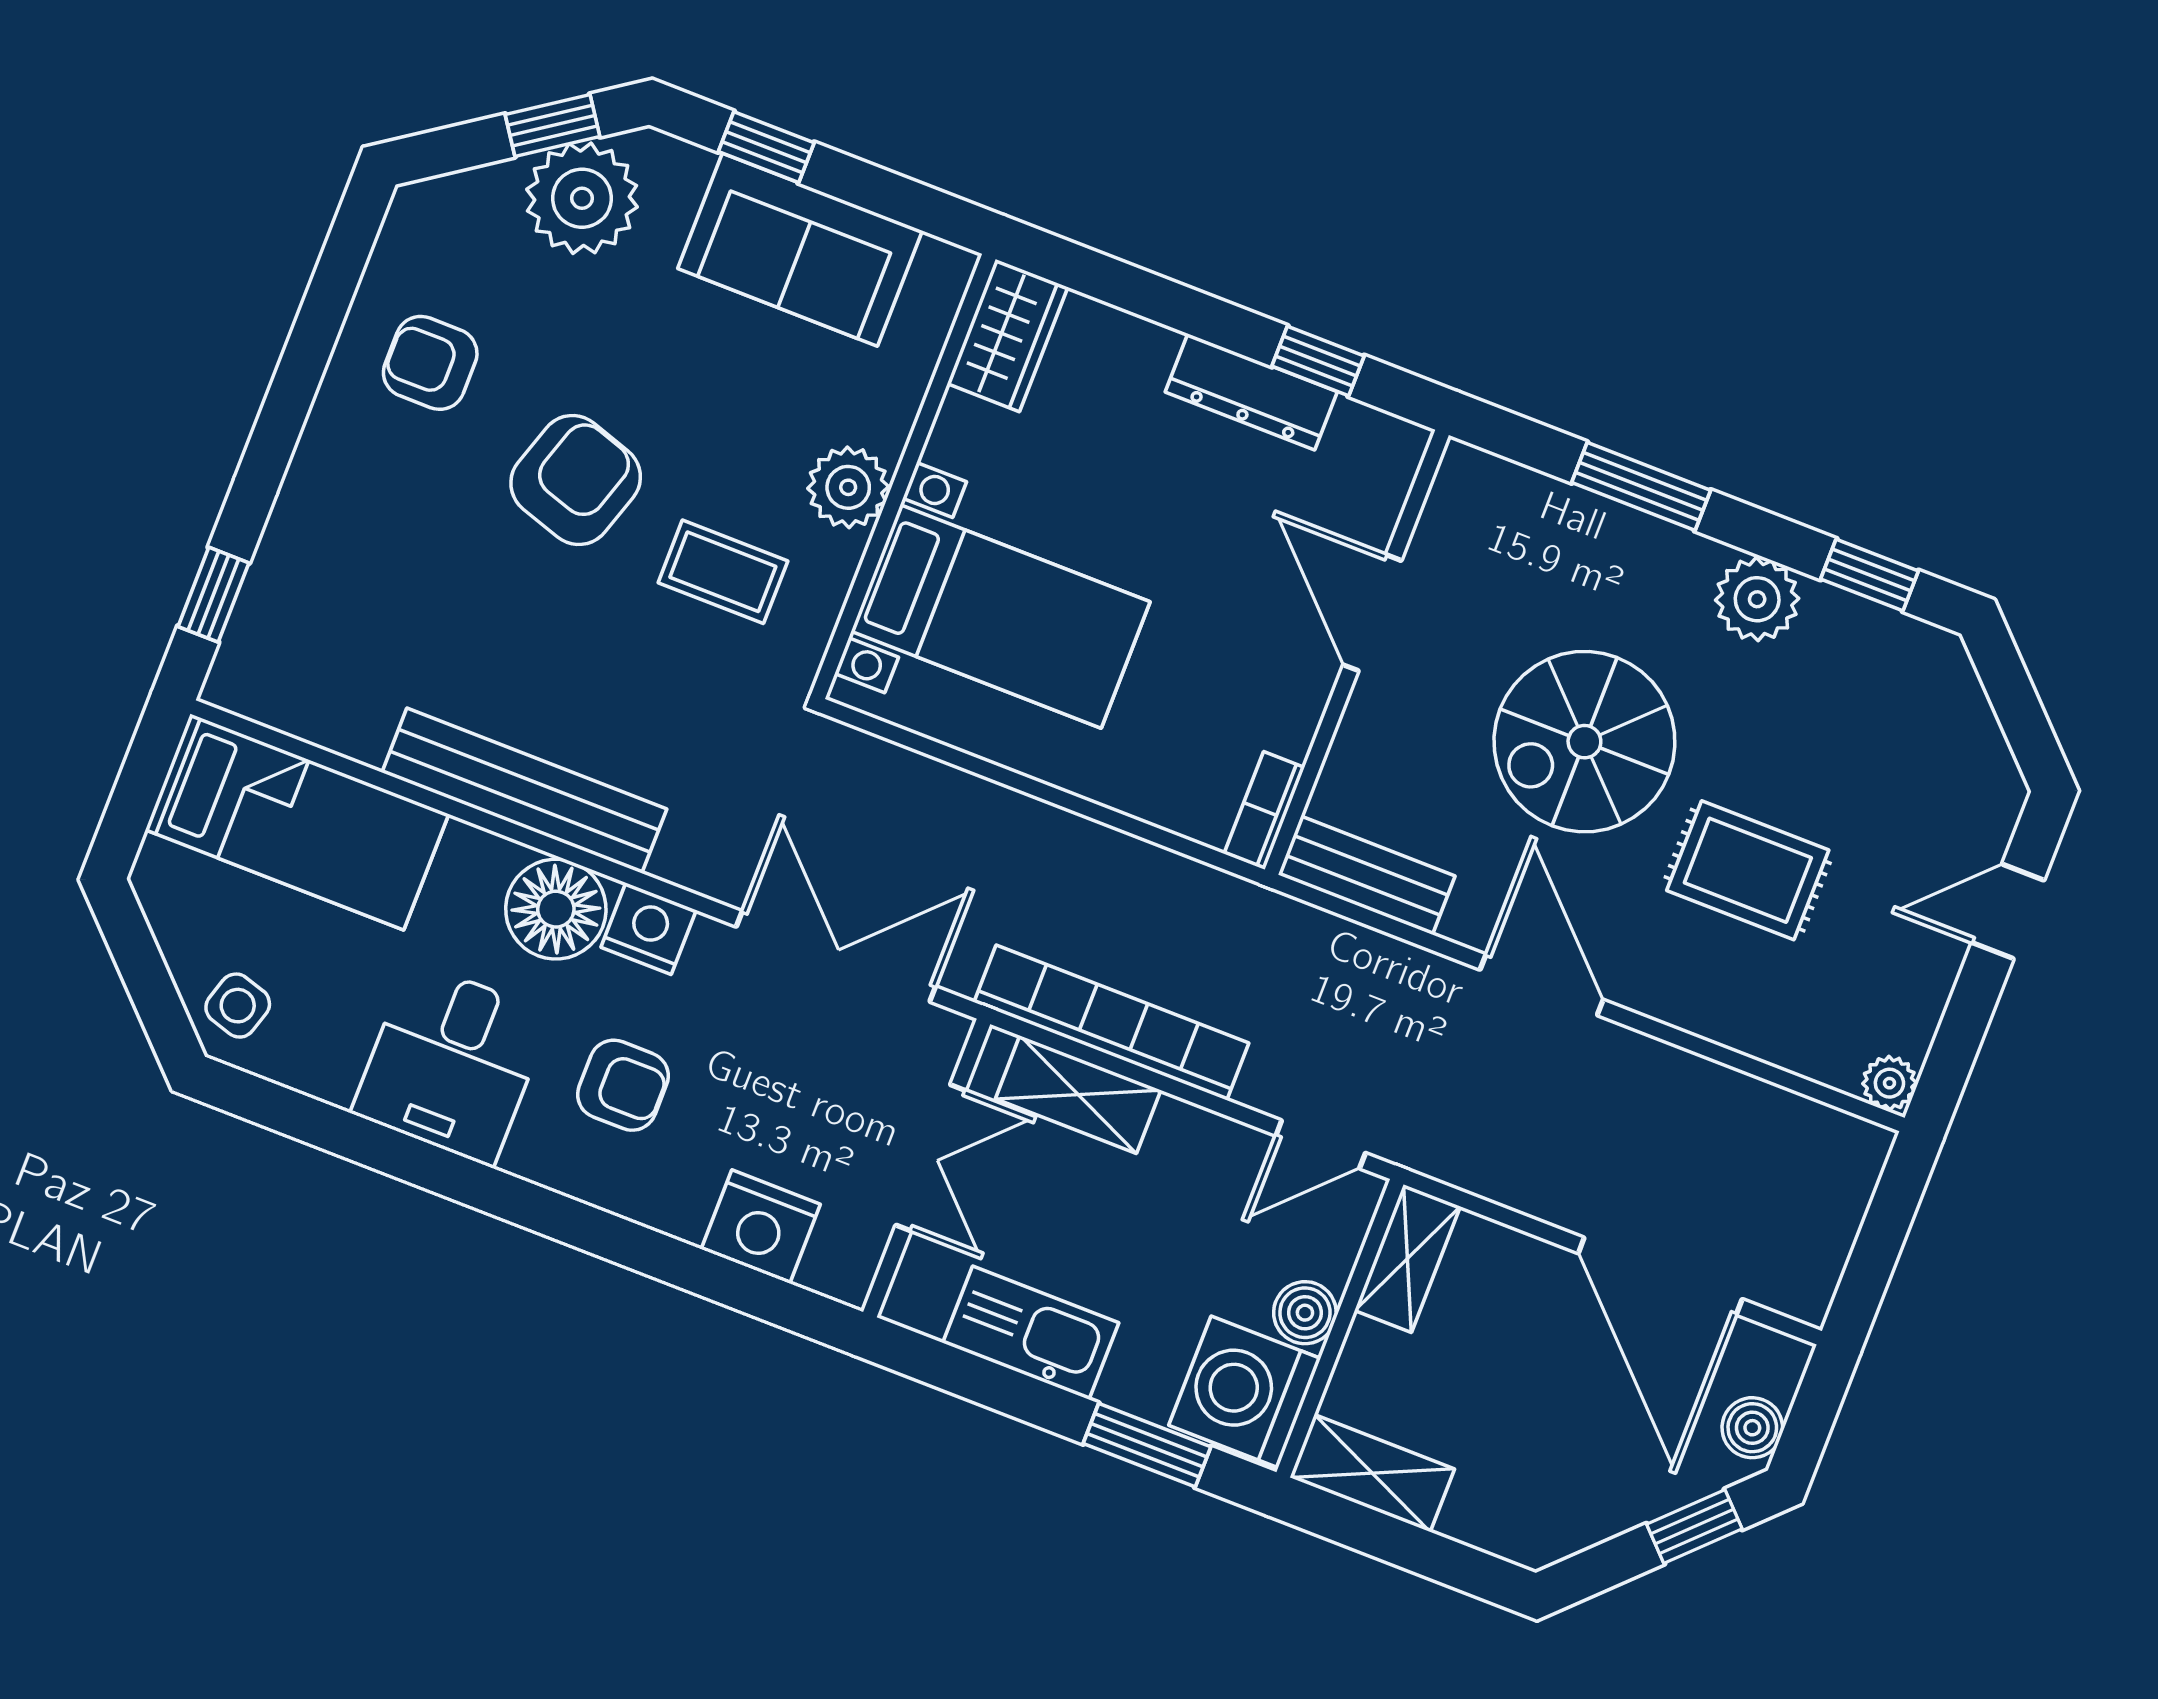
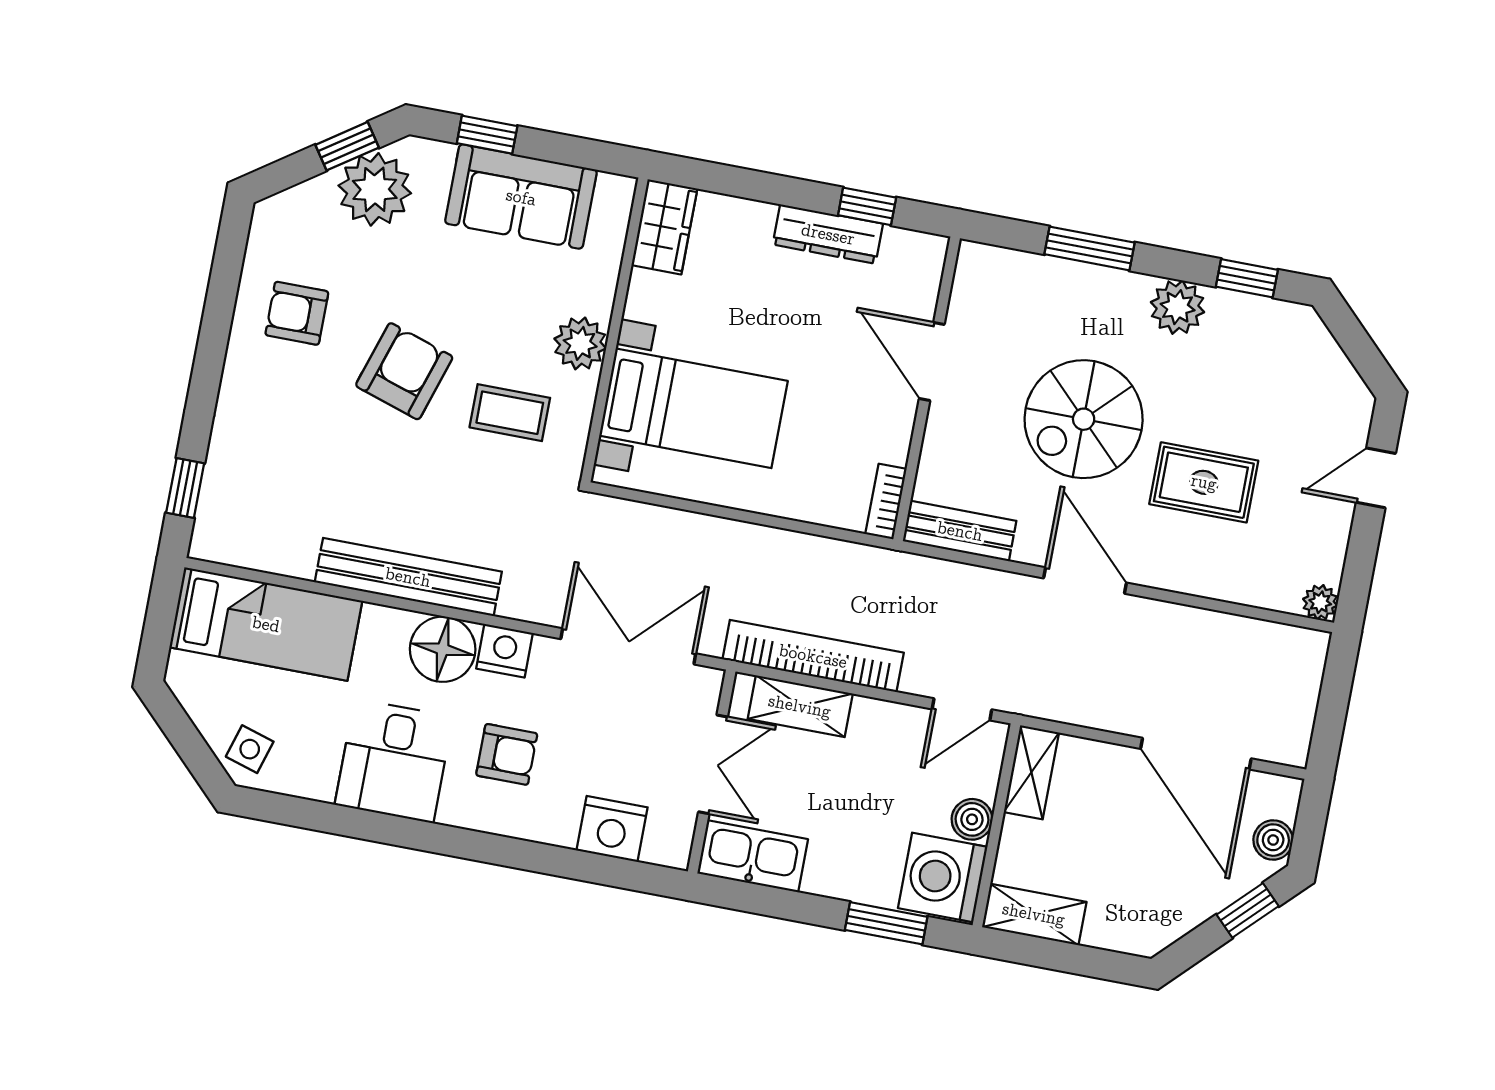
kitchen sink: (1031, 1333) -> (753, 856), moved

